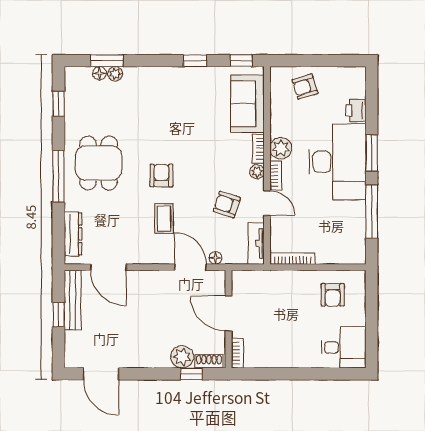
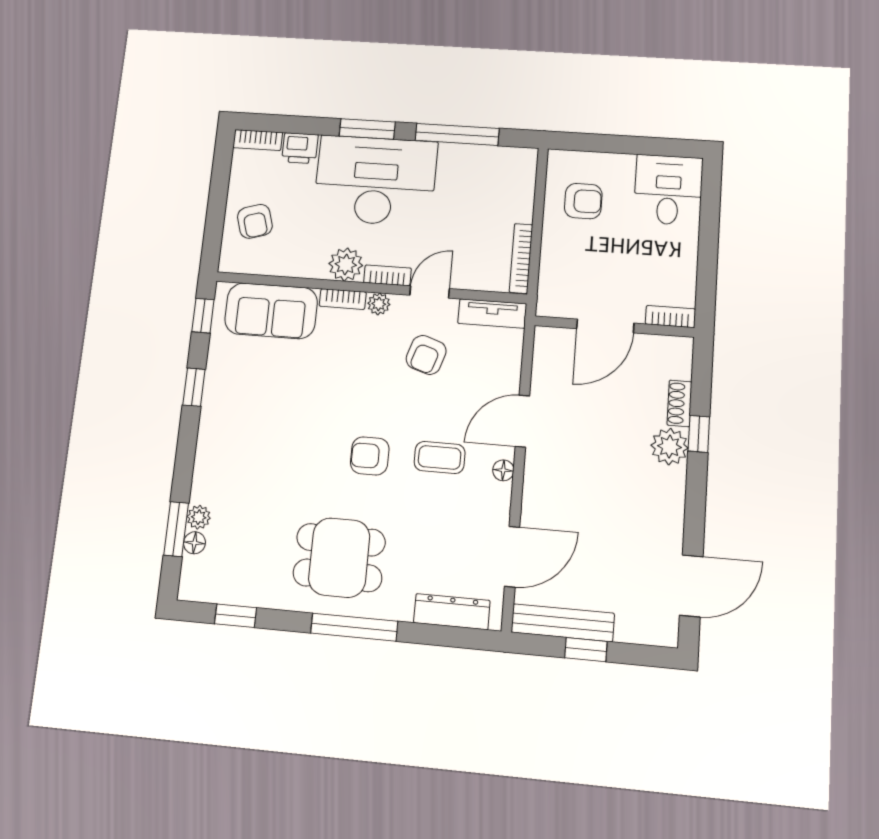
bookcase: (360, 82) -> (258, 140), added
floor lamp: (215, 258) -> (503, 470), moved
door: (229, 314) -> (605, 326), moved
wall: (229, 319) -> (614, 327), moved
bookcase: (237, 353) -> (670, 317), moved

